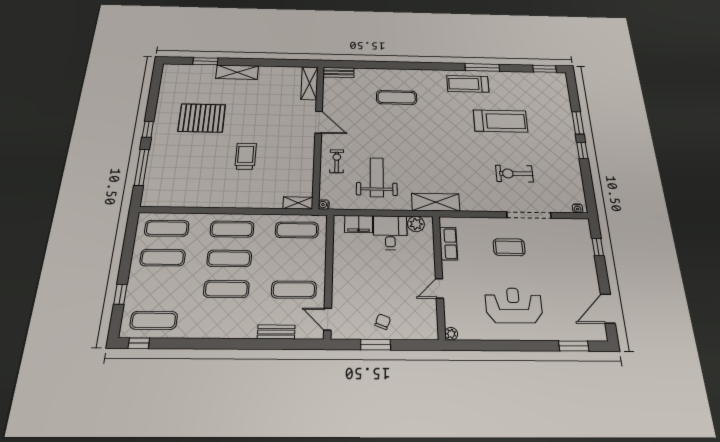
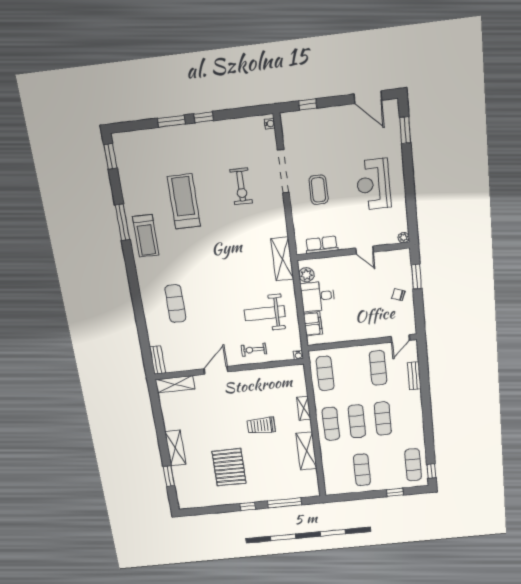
shelving: (203, 199) -> (306, 451), added
shelving: (298, 203) -> (304, 408), moved
exercise mat: (167, 228) -> (336, 472), removed
window: (376, 345) -> (416, 277), moved

